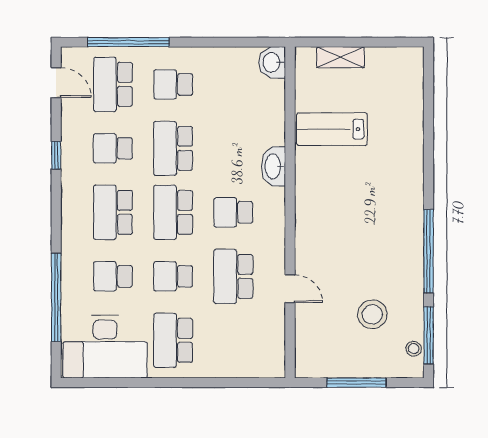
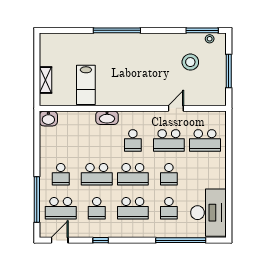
window: (429, 251) -> (117, 30), moved
school desk: (173, 340) -> (205, 140), moved

